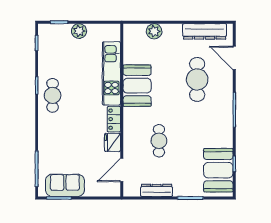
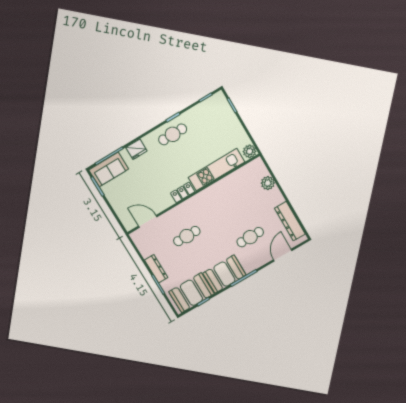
plant: (79, 31) -> (250, 151), moved
cafe table: (197, 79) -> (250, 237), width x0.73, depth x0.74
booth: (137, 86) -> (224, 274), moved
fridge: (112, 142) -> (136, 149), moved, turned 180
sofa: (65, 185) -> (109, 170), moved, turned 90
dresser: (157, 190) -> (156, 269), moved

